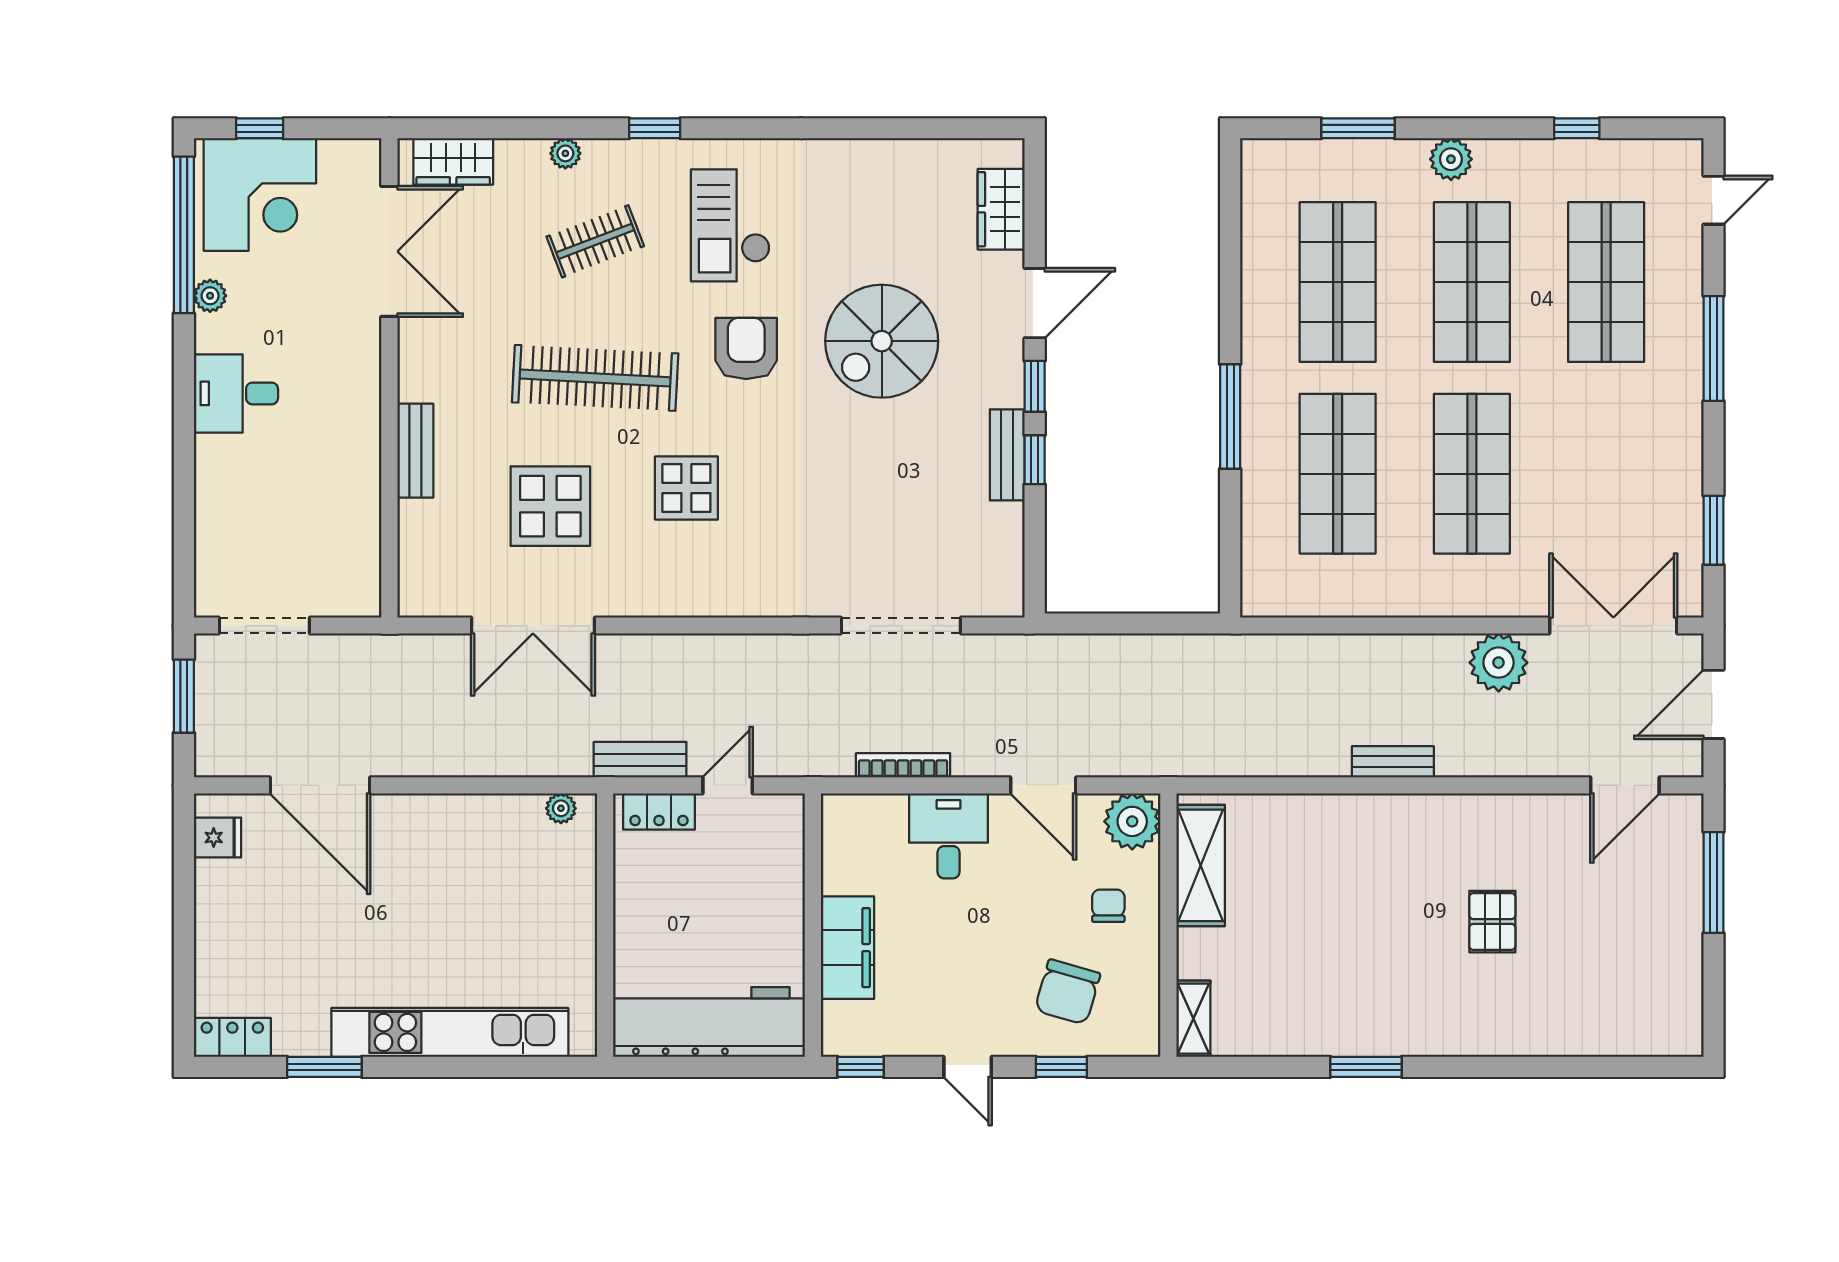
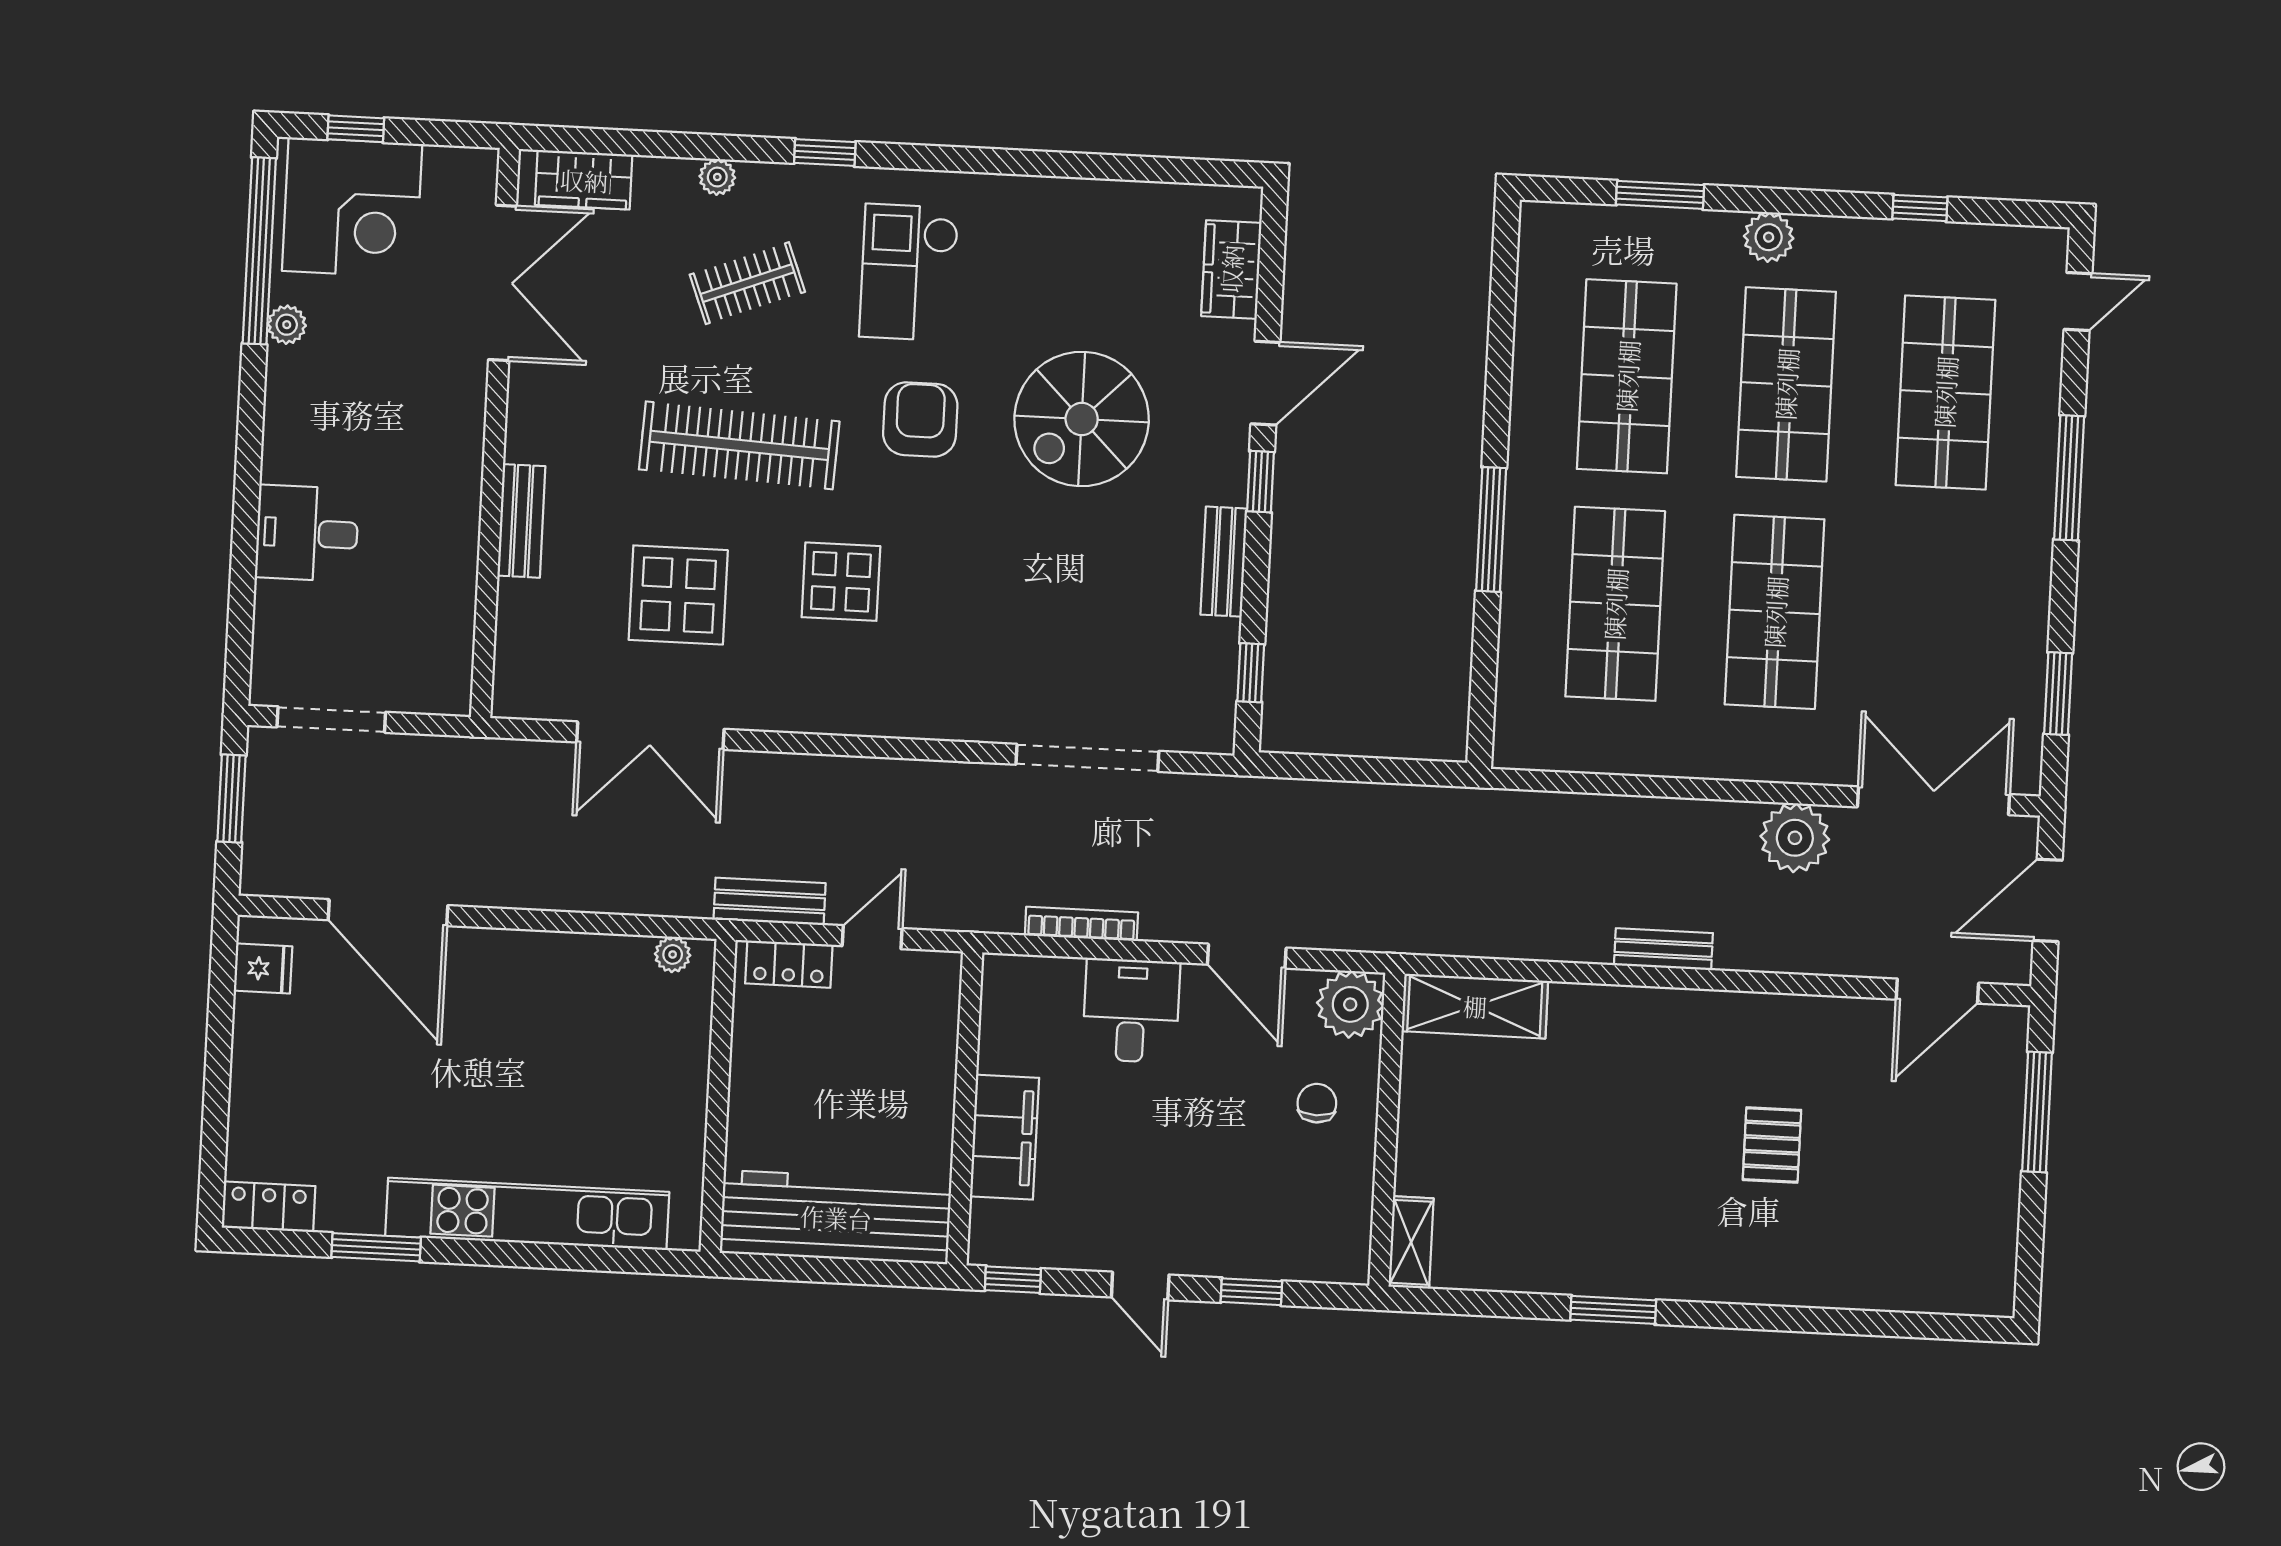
desk: (236, 393) -> (307, 533), moved
window: (1035, 460) -> (1251, 673), moved
shelving: (1201, 865) -> (1475, 1006), moved, turned 90
chair: (1068, 992) -> (1263, 1203), removed

